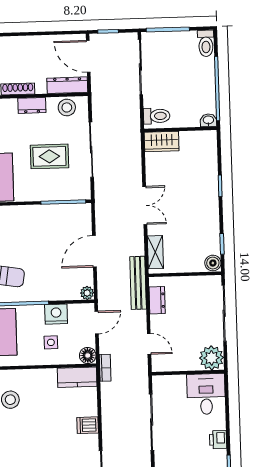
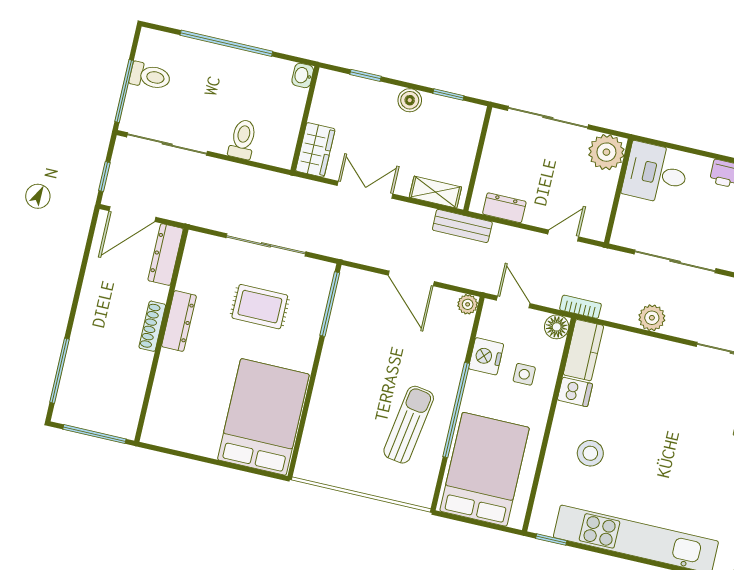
toilet: (206, 43) -> (150, 76), moved
dresser: (32, 105) -> (179, 321), width x1.44
stool: (67, 107) -> (197, 264), removed
washbasin: (208, 120) -> (303, 75), moved
wall: (180, 129) -> (305, 119), moved
wardrobe: (162, 142) -> (315, 150), moved
rug: (49, 156) -> (260, 307), turned 90
boiler: (213, 263) -> (410, 100), moved
bench: (138, 283) -> (462, 226), width x0.73
plant: (110, 417) -> (652, 318), added
dishwasher: (88, 425) -> (575, 392), moved, turned -90

